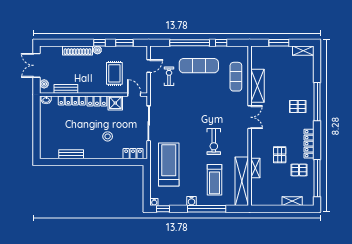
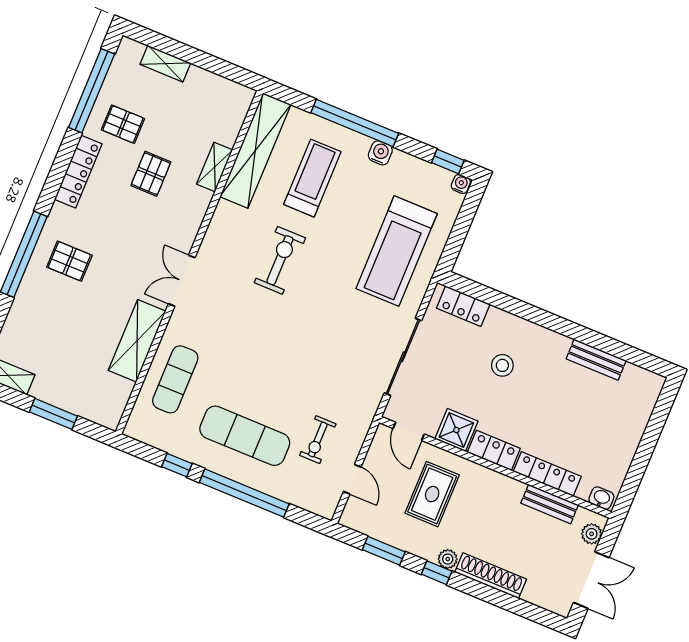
door: (149, 66) -> (352, 479), swing flipped

